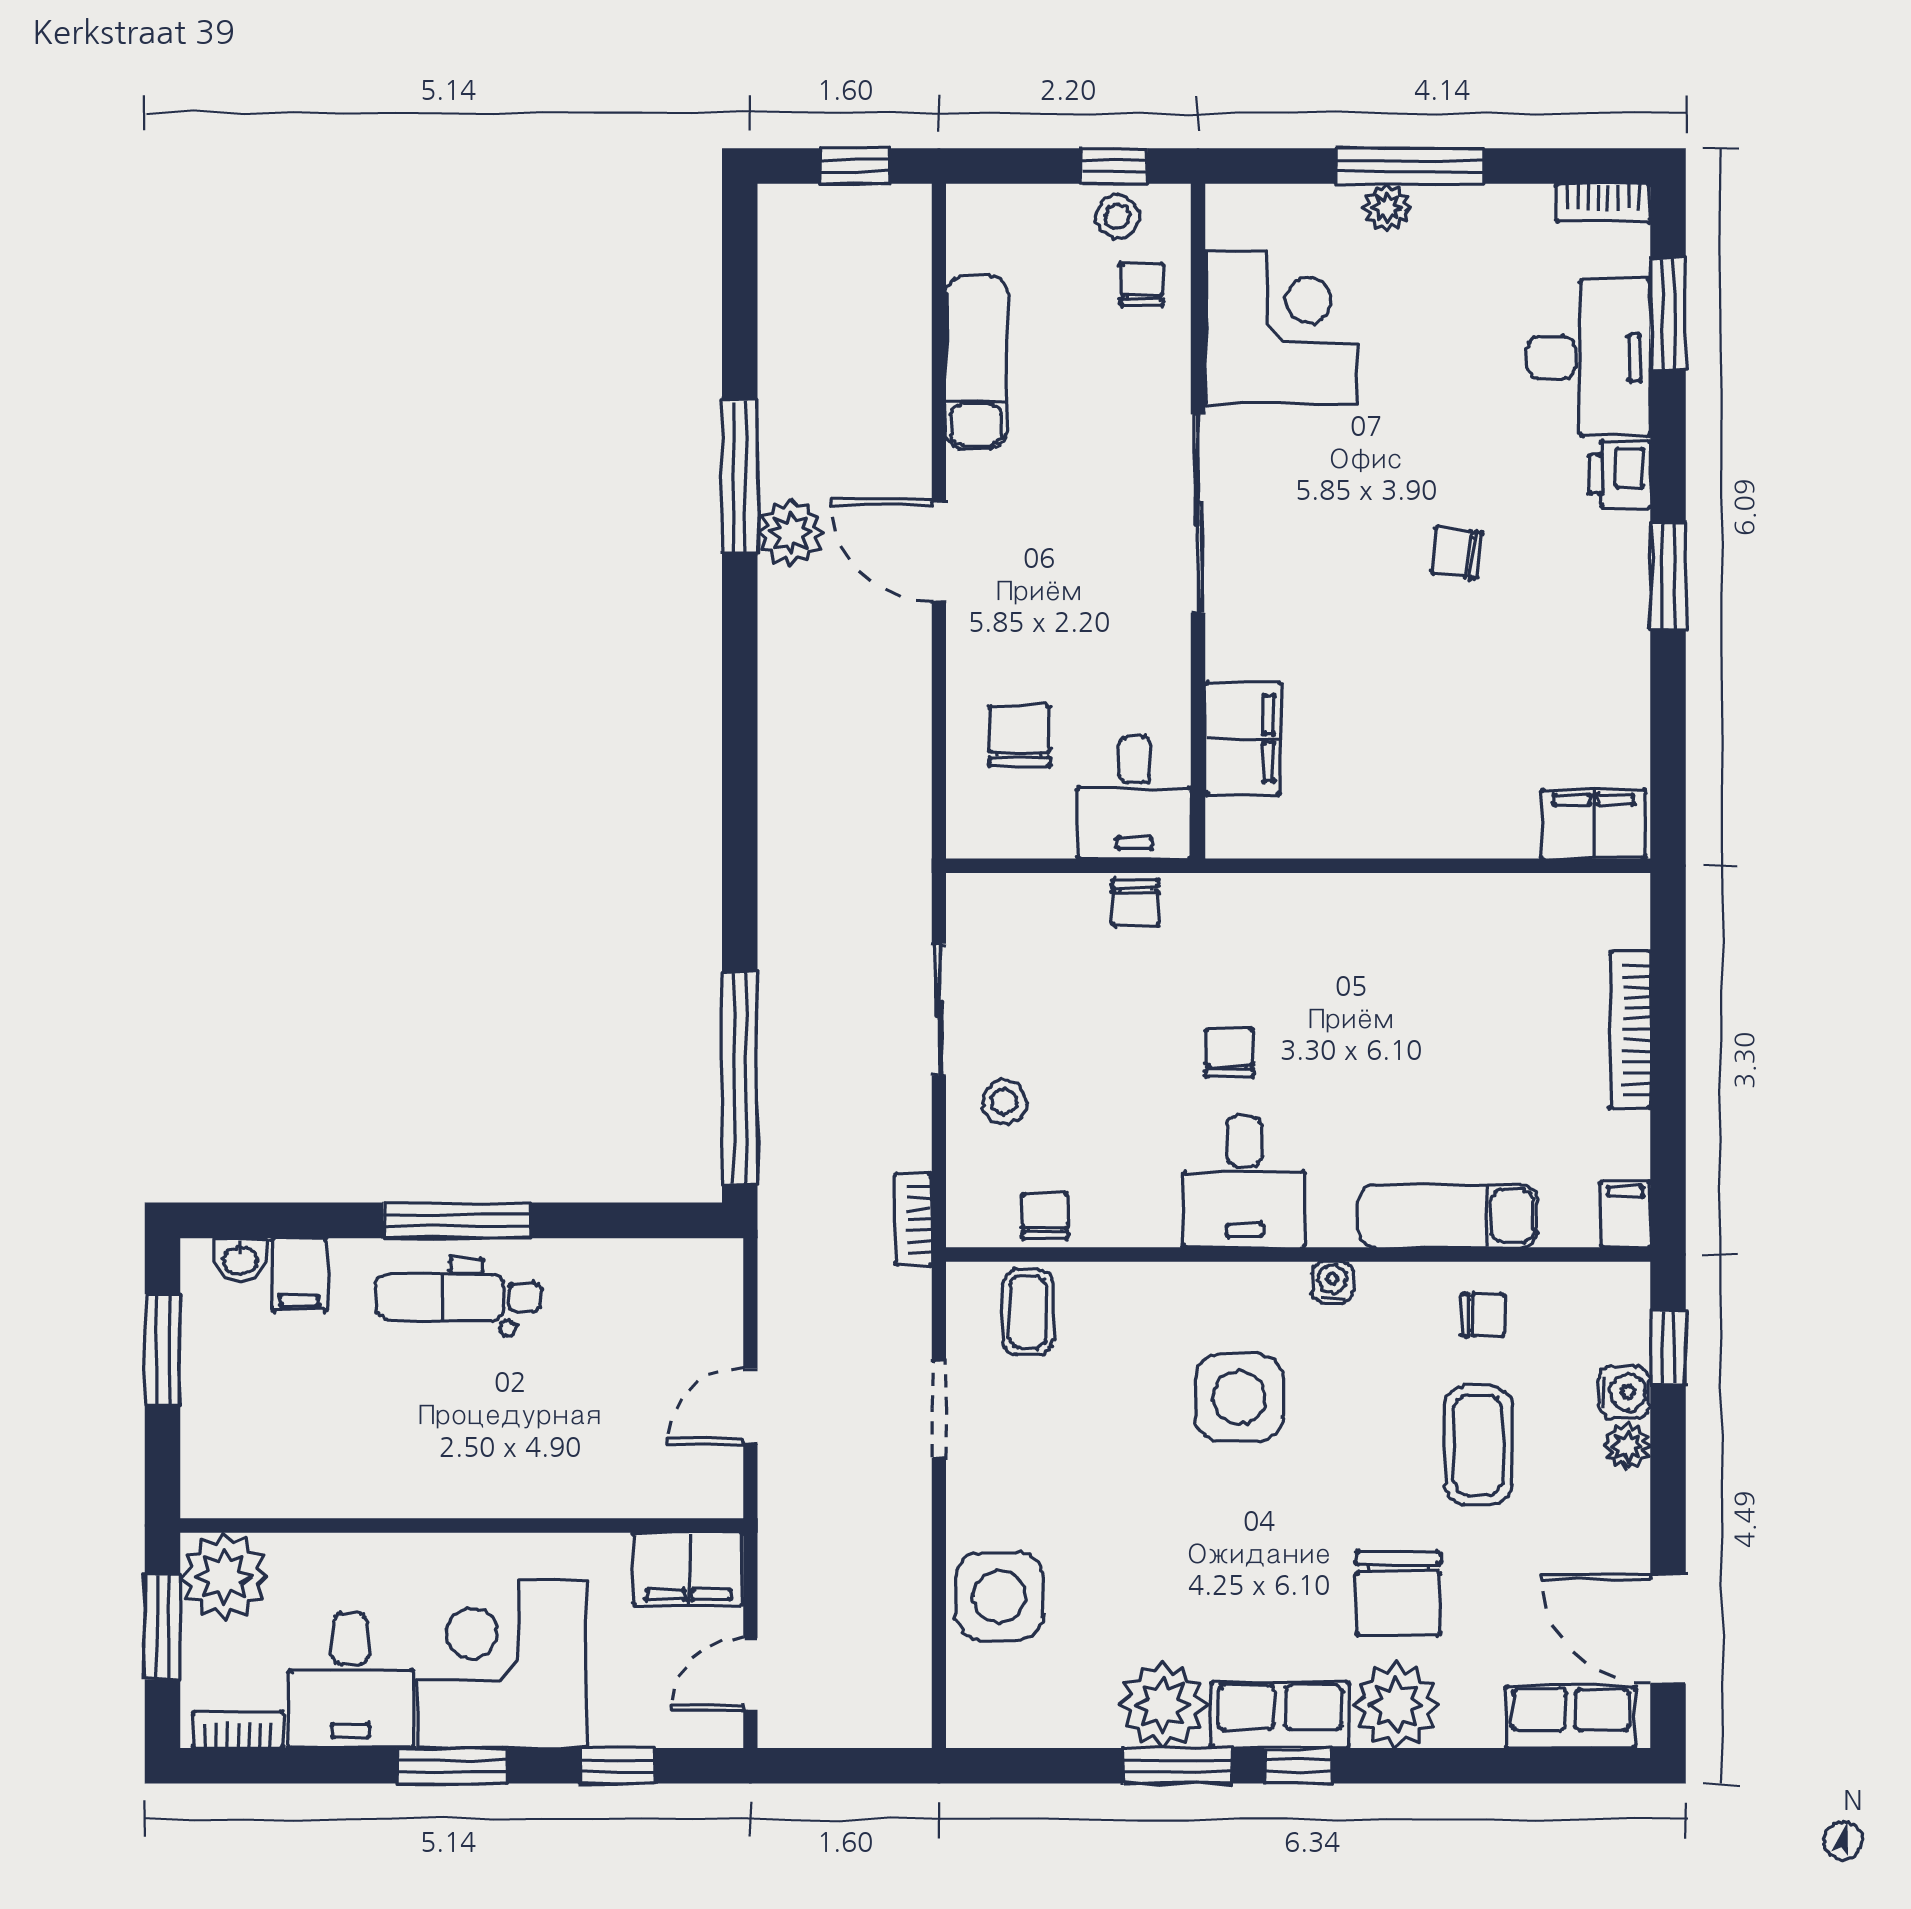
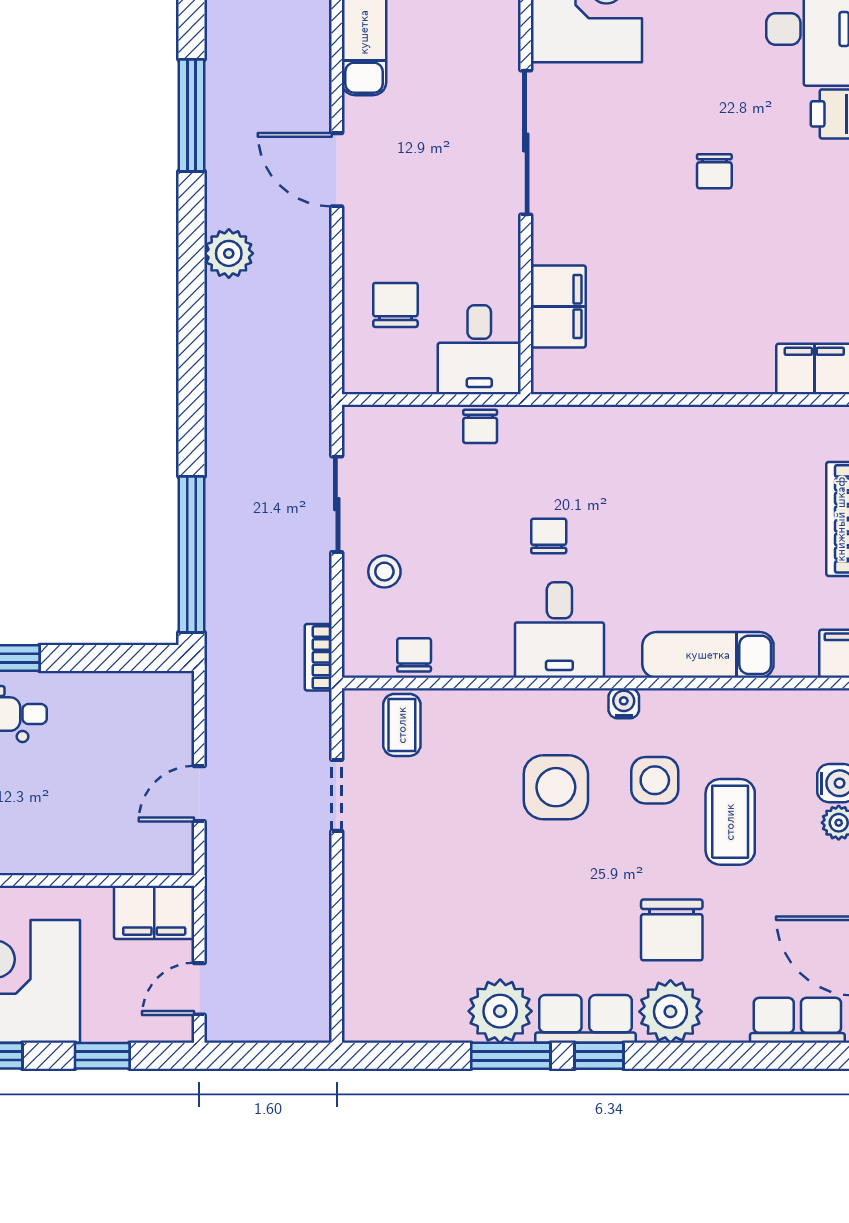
plant: (791, 532) -> (229, 253), moved
chair: (1457, 553) -> (714, 171), turned -97
chair: (1483, 1315) -> (734, 727), removed
side table: (999, 1596) -> (655, 780), moved, width x0.73, depth x0.73

